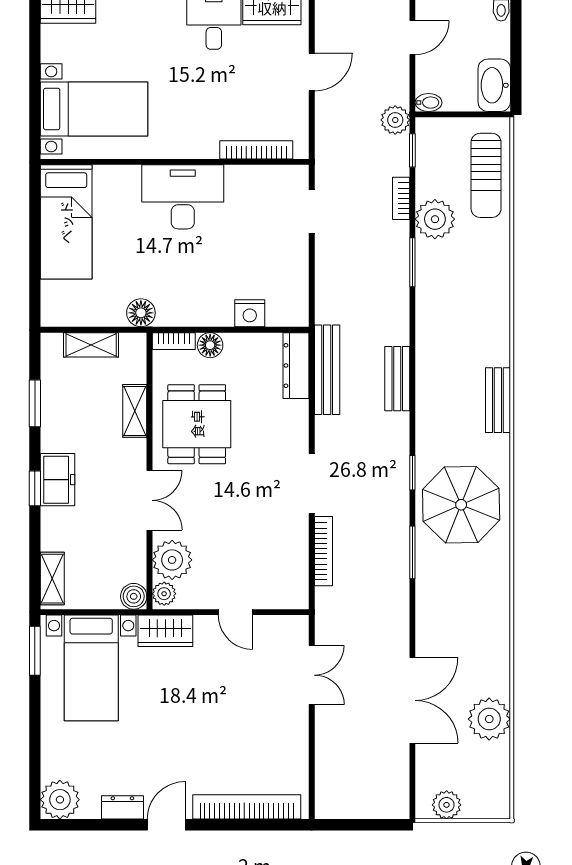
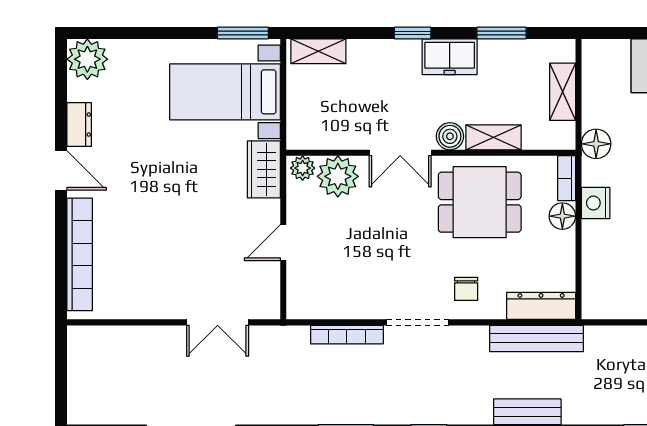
nightstand: (250, 313) -> (596, 203), moved
chair: (280, 437) -> (466, 289), added
freezer: (58, 480) -> (450, 57), moved
boiler: (134, 596) -> (450, 136), moved

